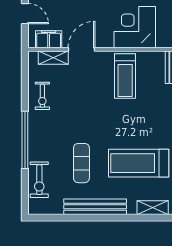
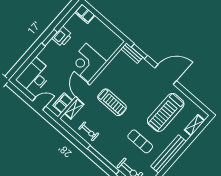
corner desk: (135, 27) -> (87, 63), moved
treadmill: (125, 76) -> (112, 102), moved

